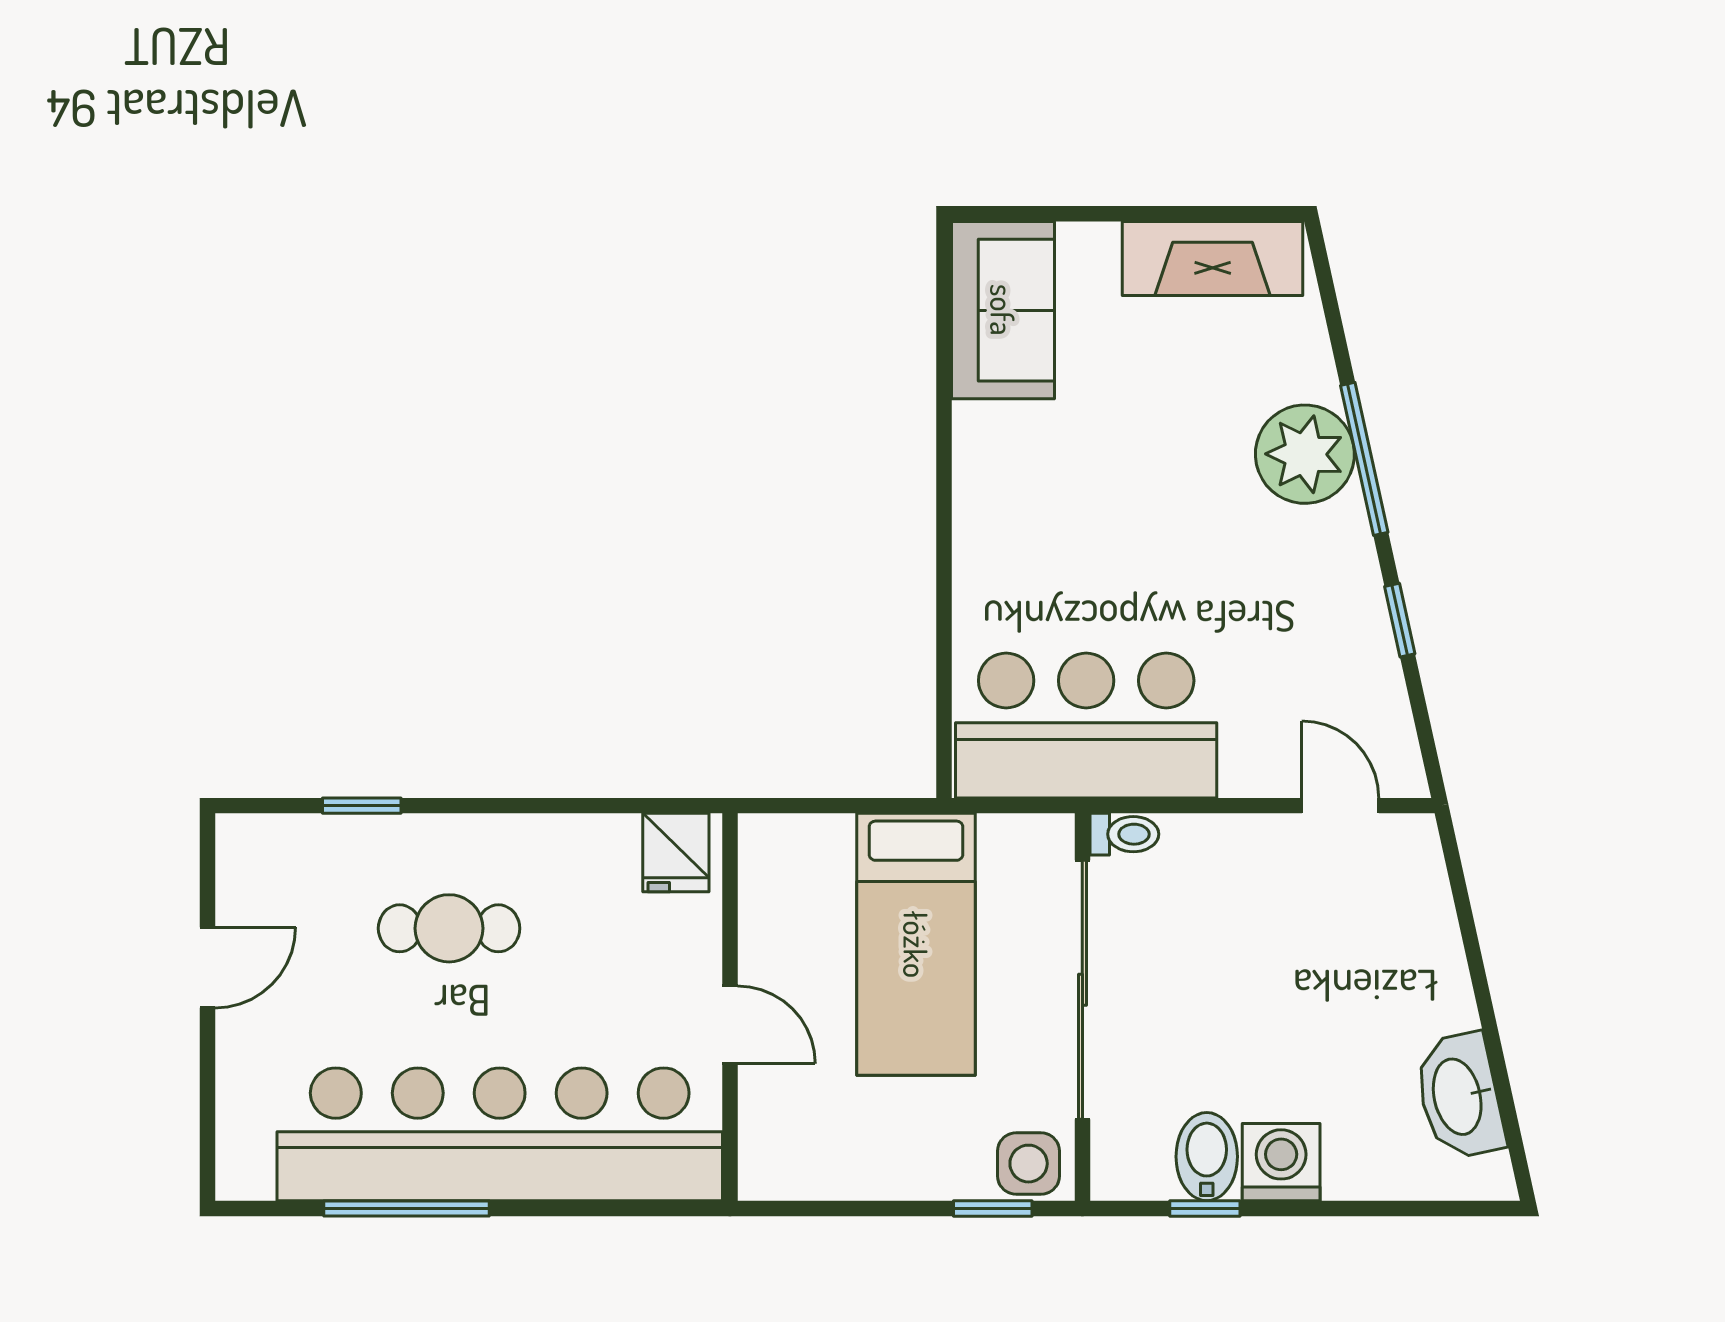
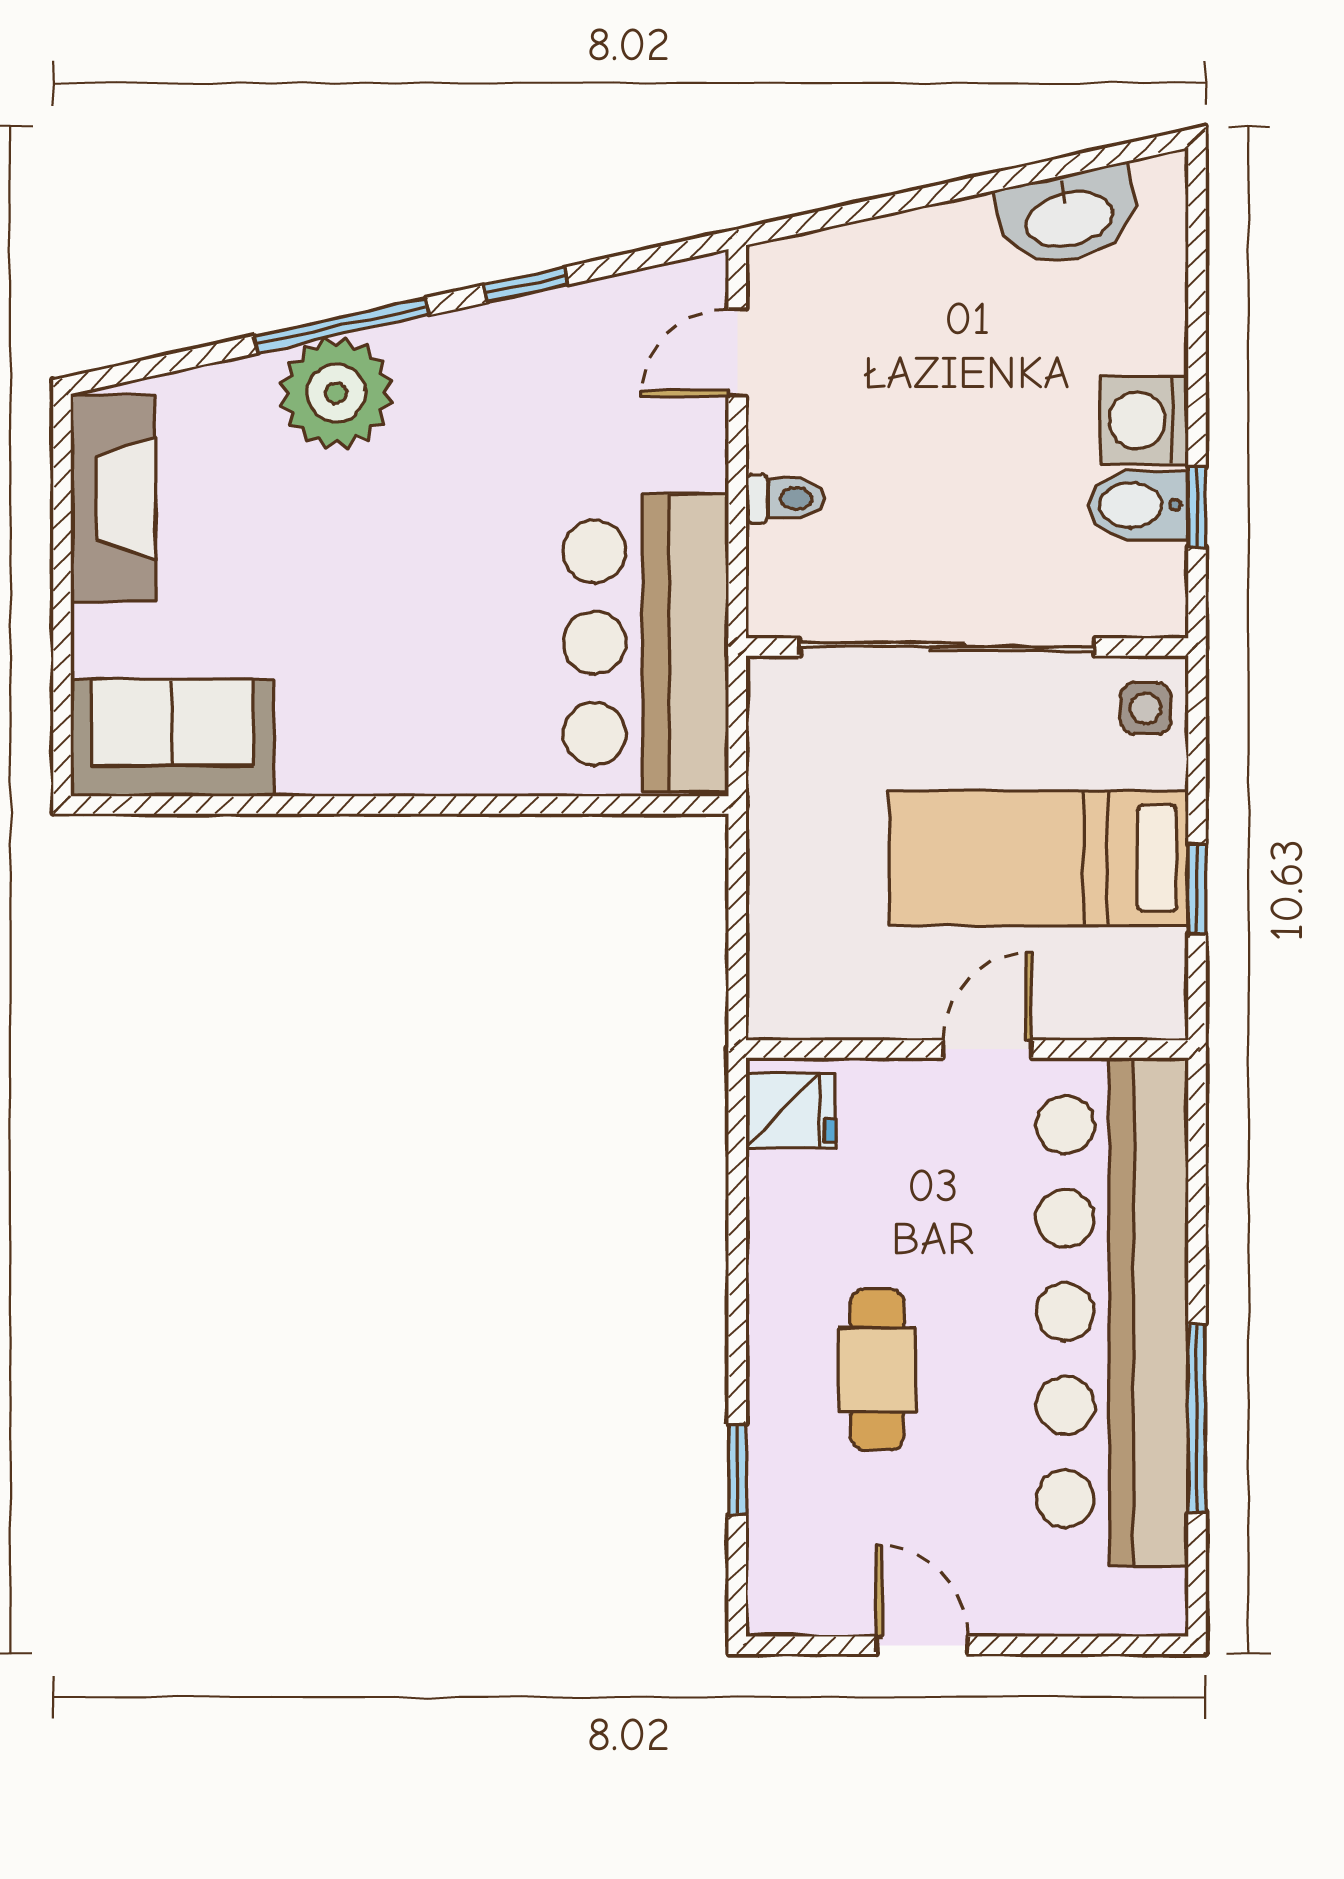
toilet: (1124, 834) -> (785, 499), moved, turned 90
bed: (916, 944) -> (1039, 858), moved, turned 180
side table: (1029, 1164) -> (1146, 708), width x0.73, depth x0.73
window: (993, 1208) -> (1197, 889), moved

